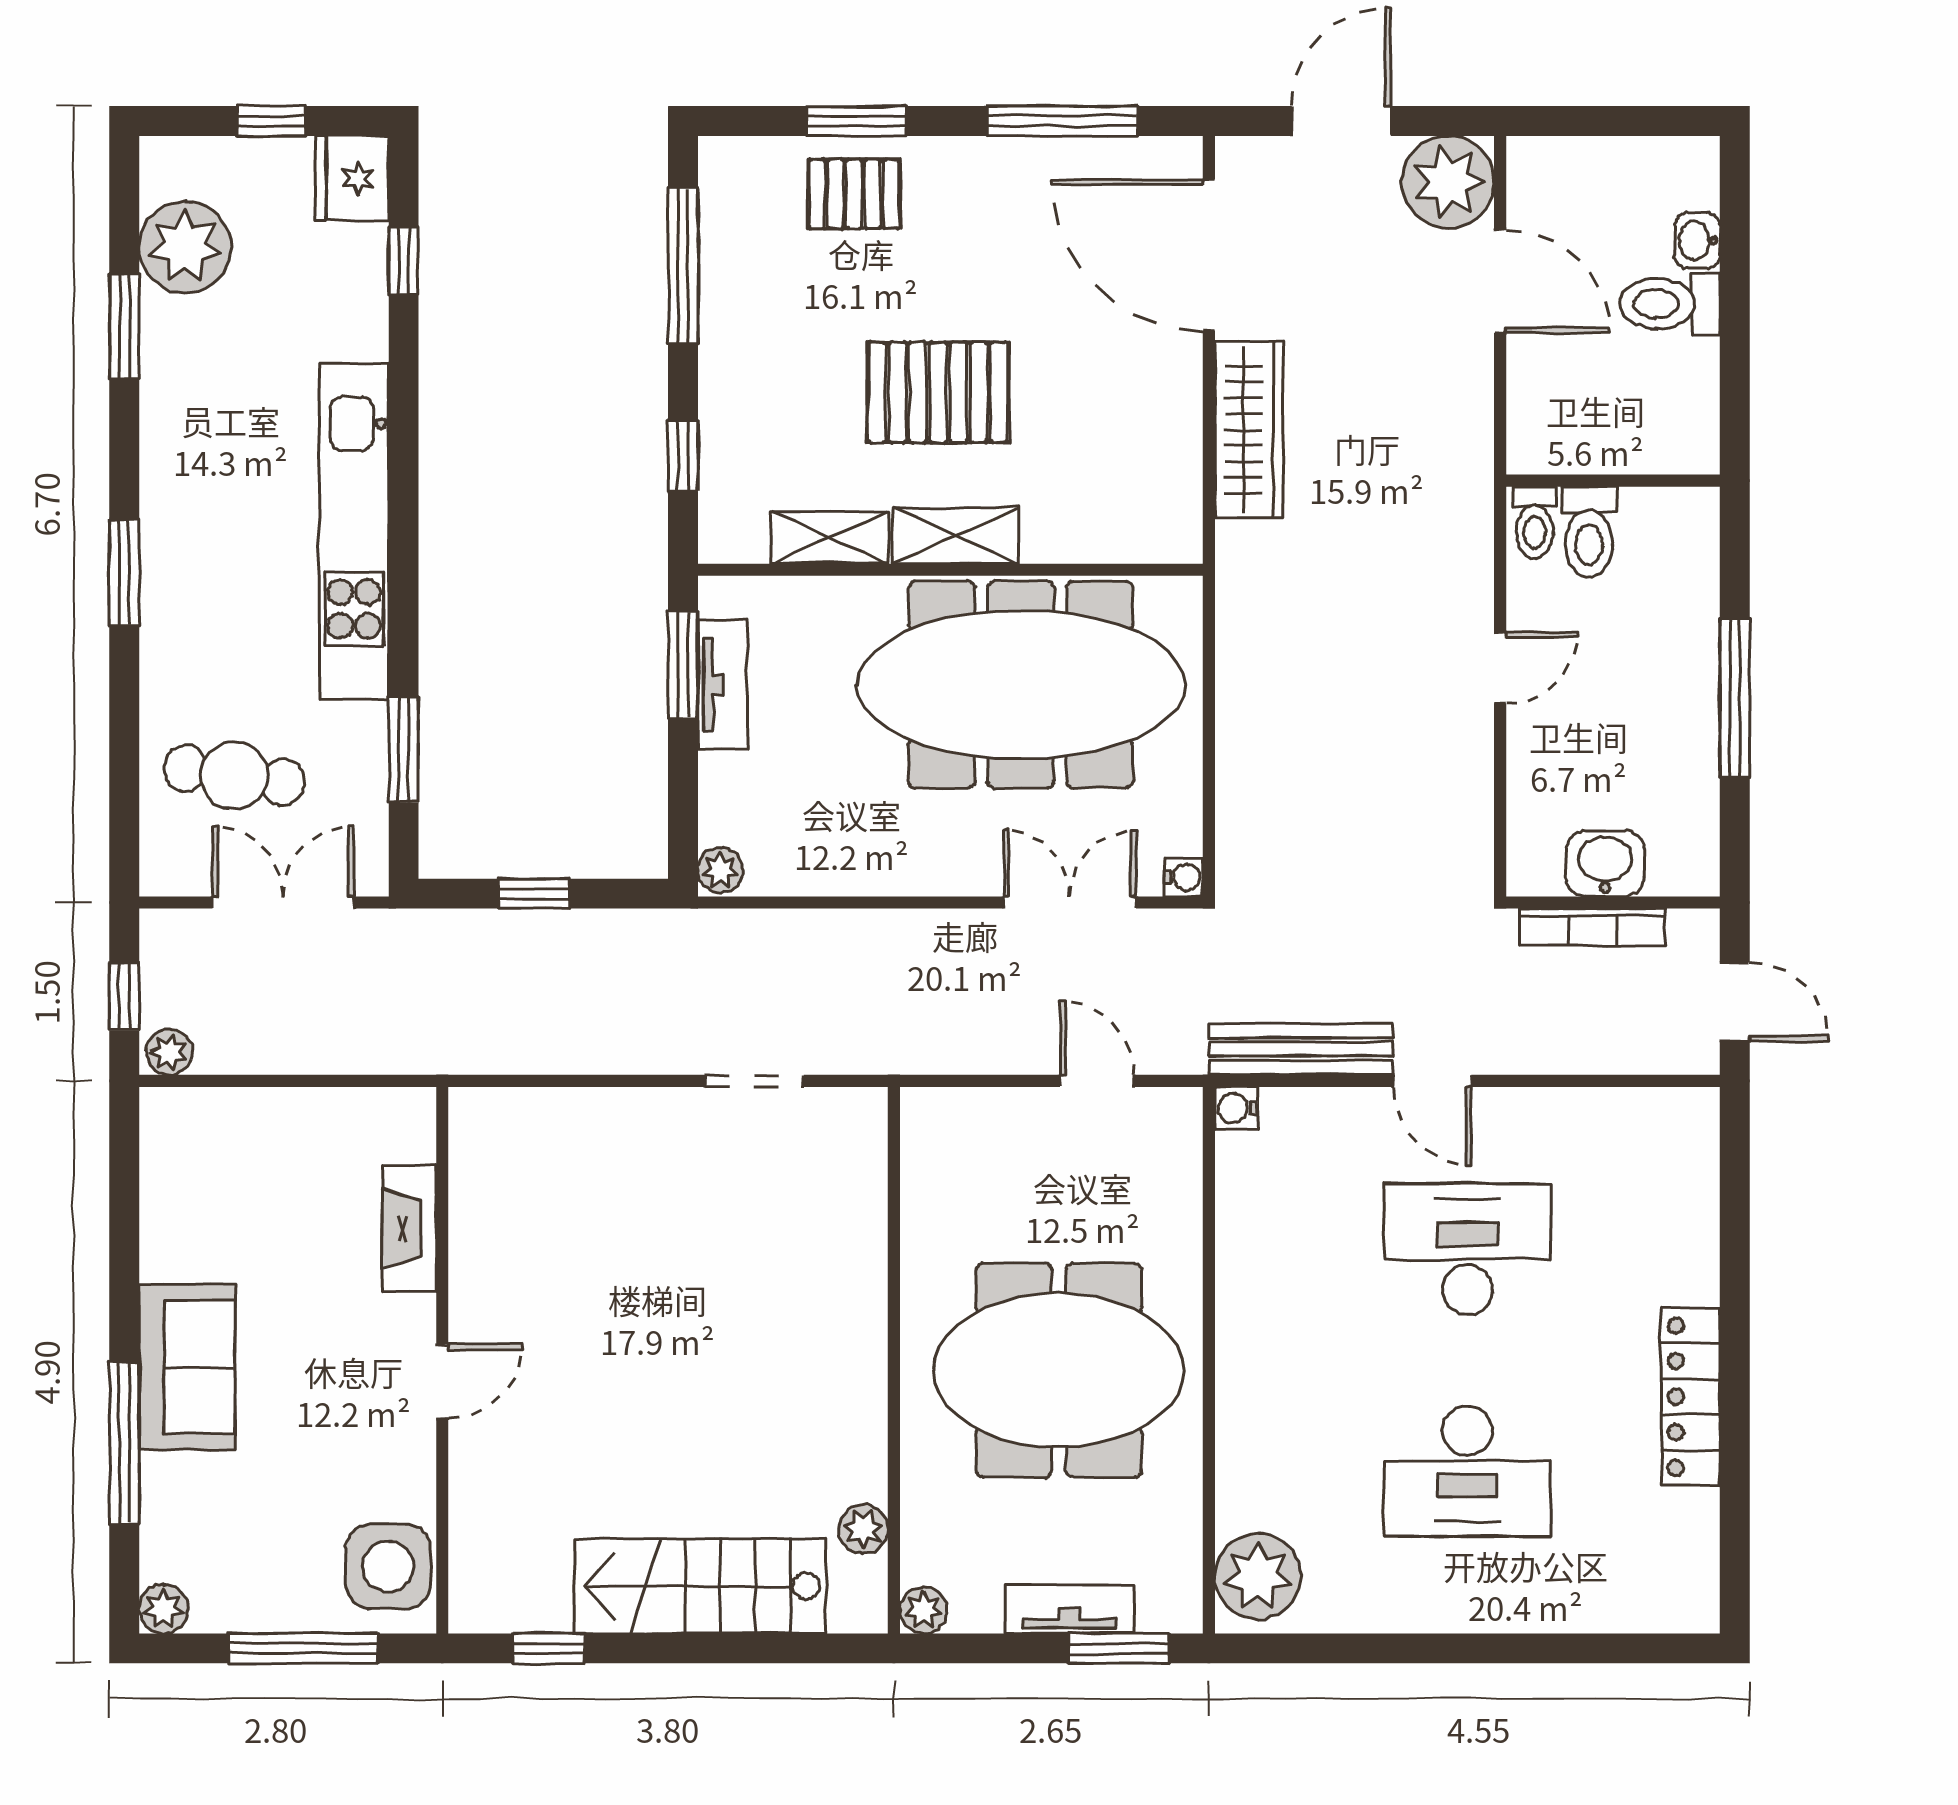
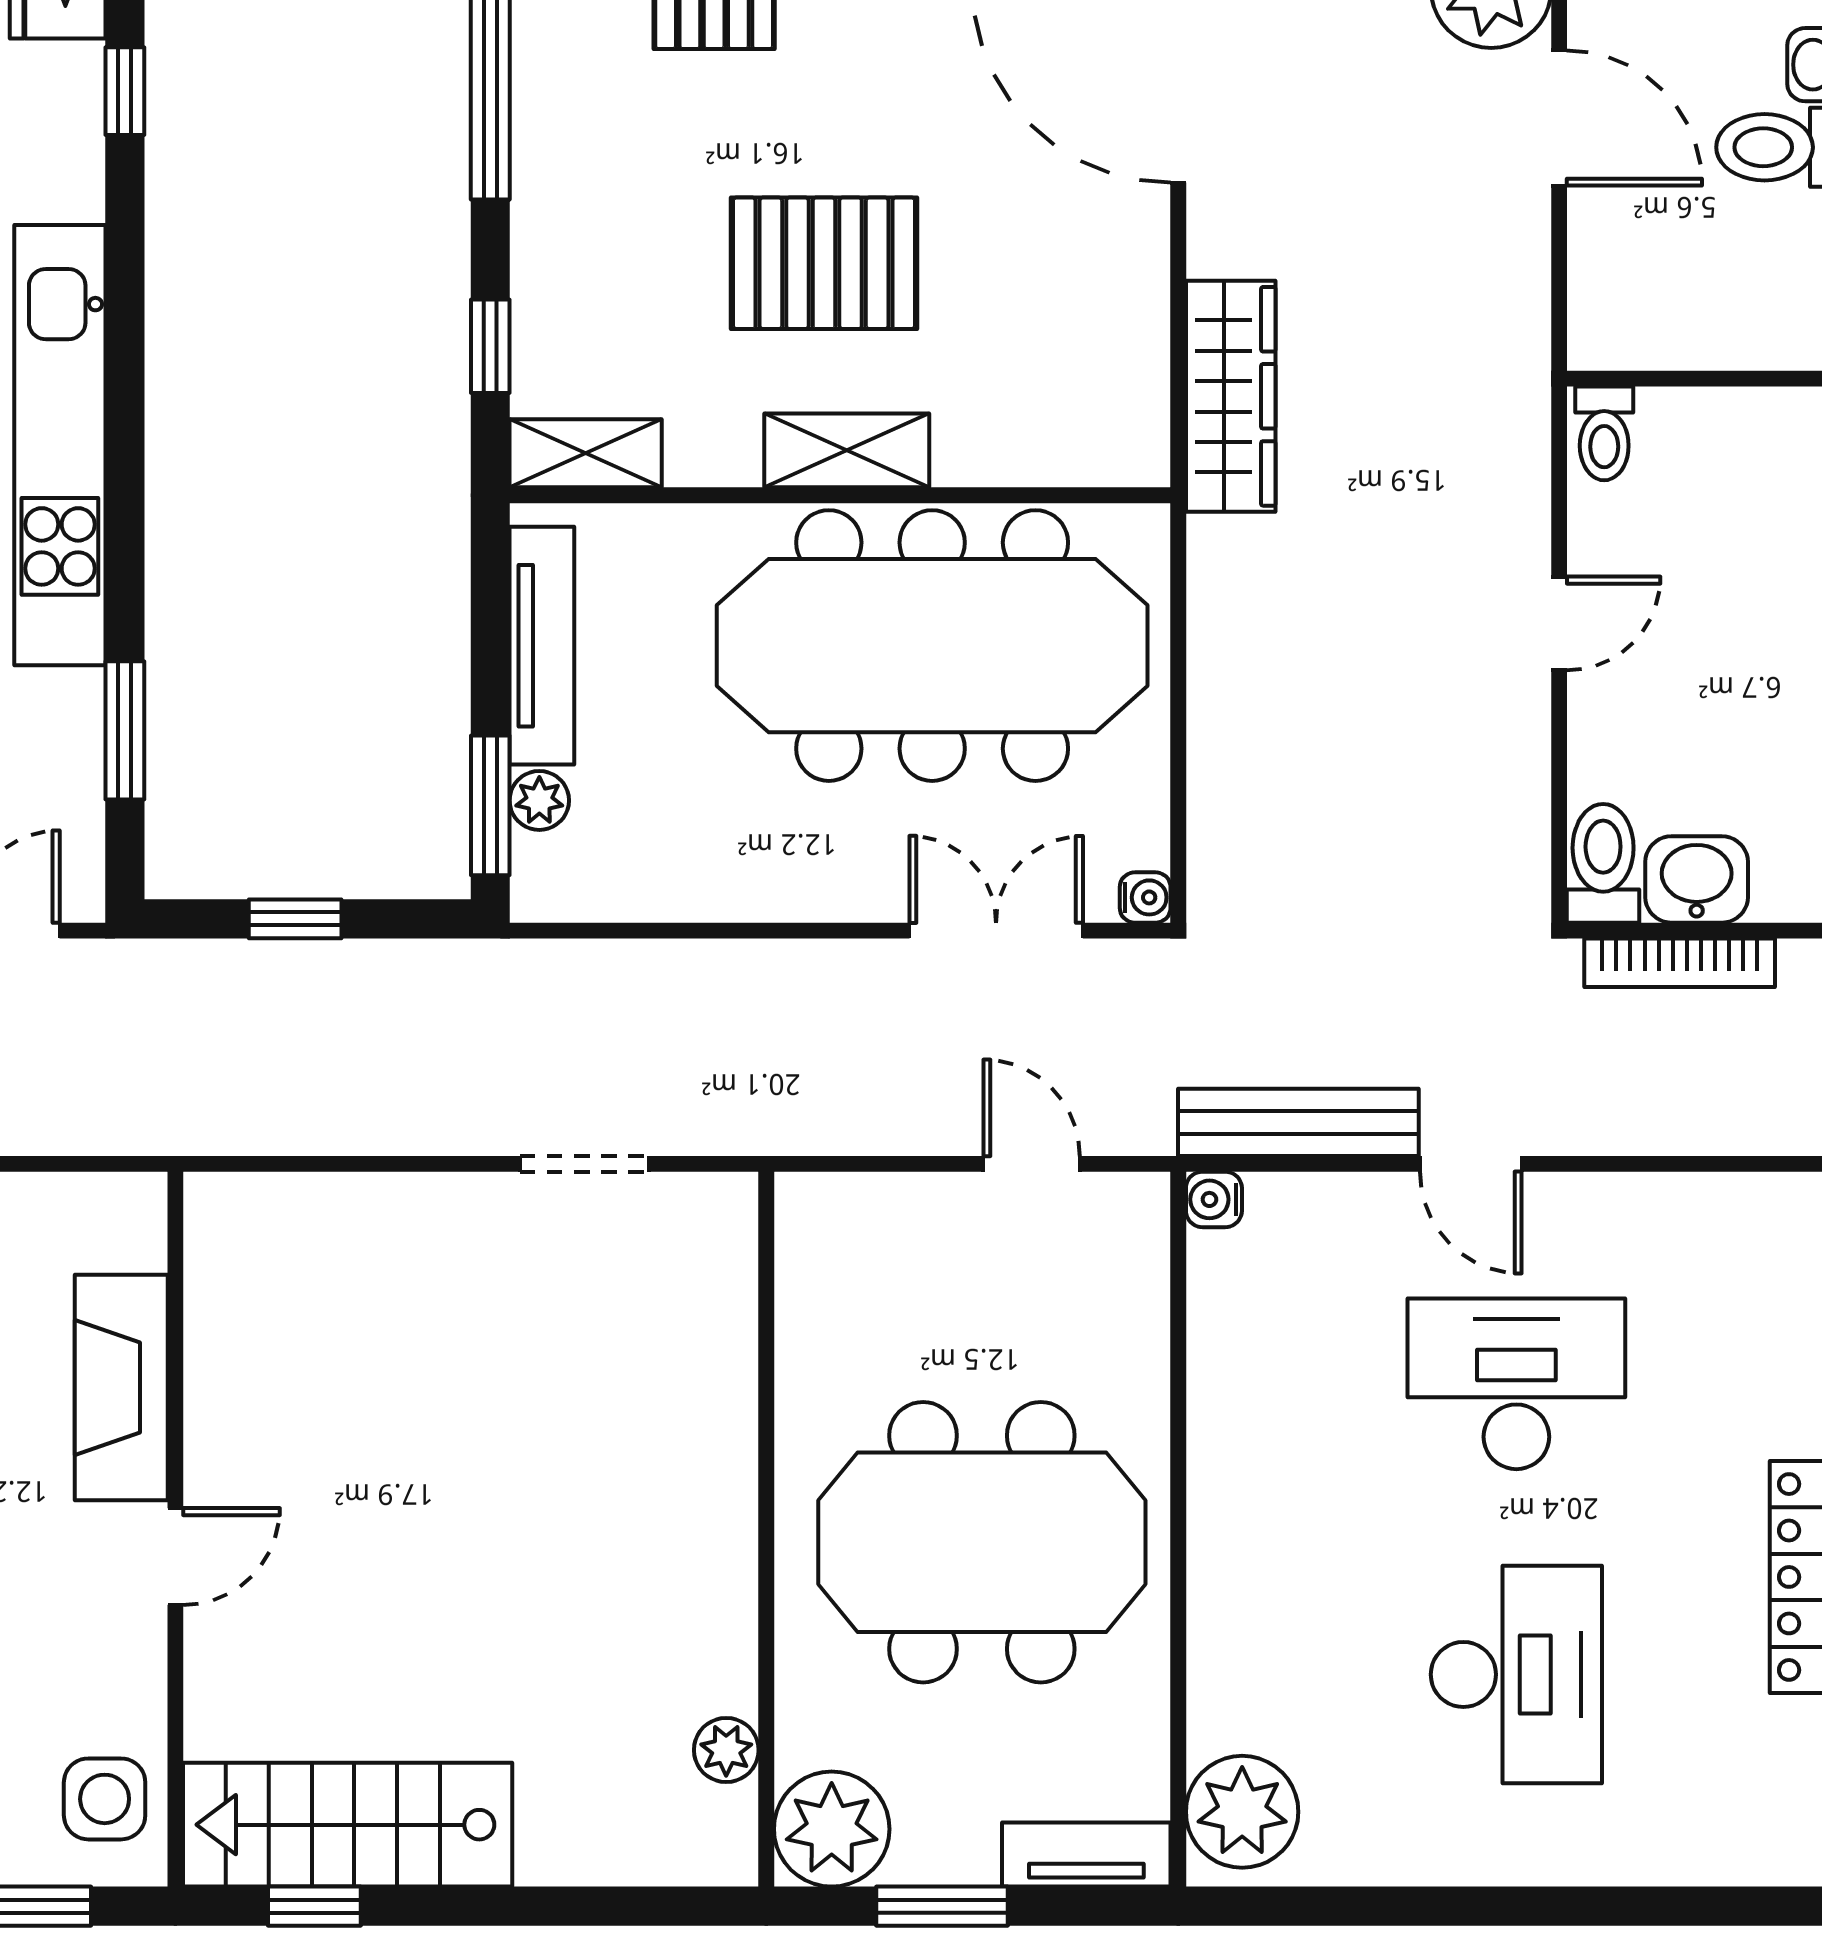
wardrobe: (1249, 430) -> (1231, 396), moved
toilet: (1589, 532) -> (1603, 863), moved, turned 180
shelving: (830, 538) -> (586, 453), moved
window: (683, 665) -> (490, 805), moved
tv unit: (722, 685) -> (542, 646), width x1.41
plant: (720, 870) -> (539, 800), moved
fireplace: (409, 1229) -> (121, 1387), width x1.37, depth x1.32
desk: (1467, 1471) -> (1516, 1674), turned -90
side table: (388, 1566) -> (105, 1799), width x0.73, depth x0.73
stairs: (700, 1586) -> (348, 1825), moved
tv unit: (1070, 1609) -> (1086, 1855), moved
plant: (923, 1610) -> (832, 1829), width x1.87, depth x1.87
window: (1119, 1648) -> (942, 1906), moved

